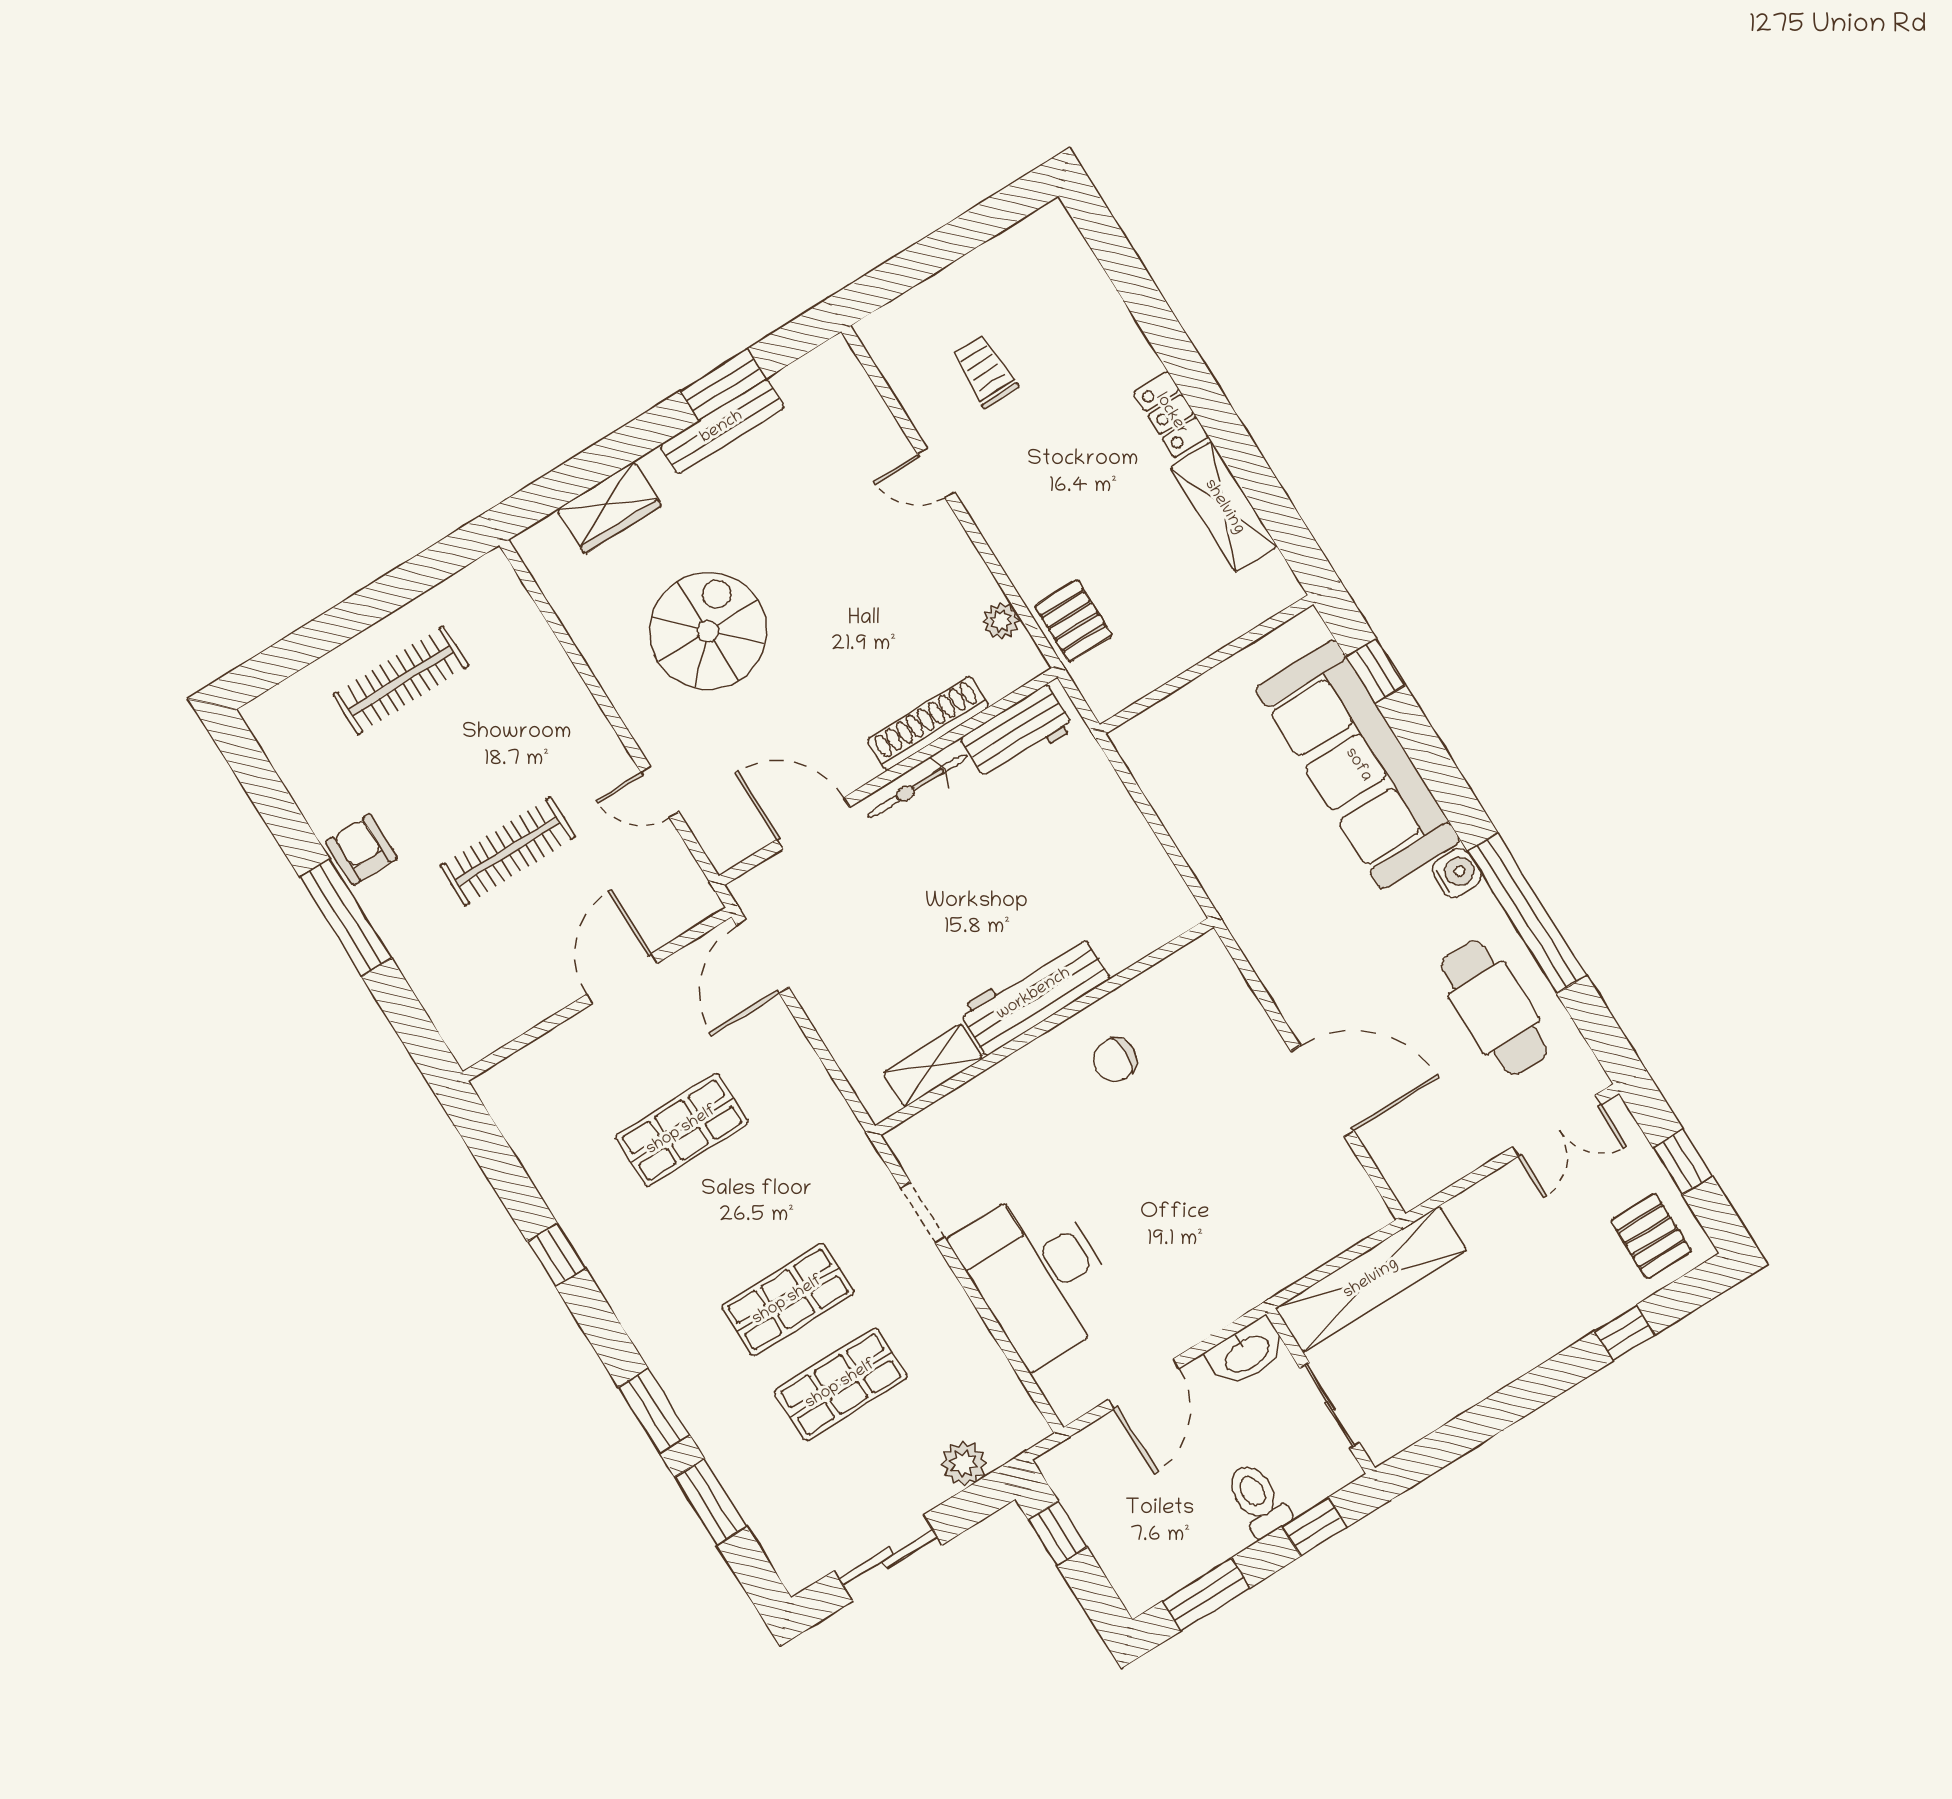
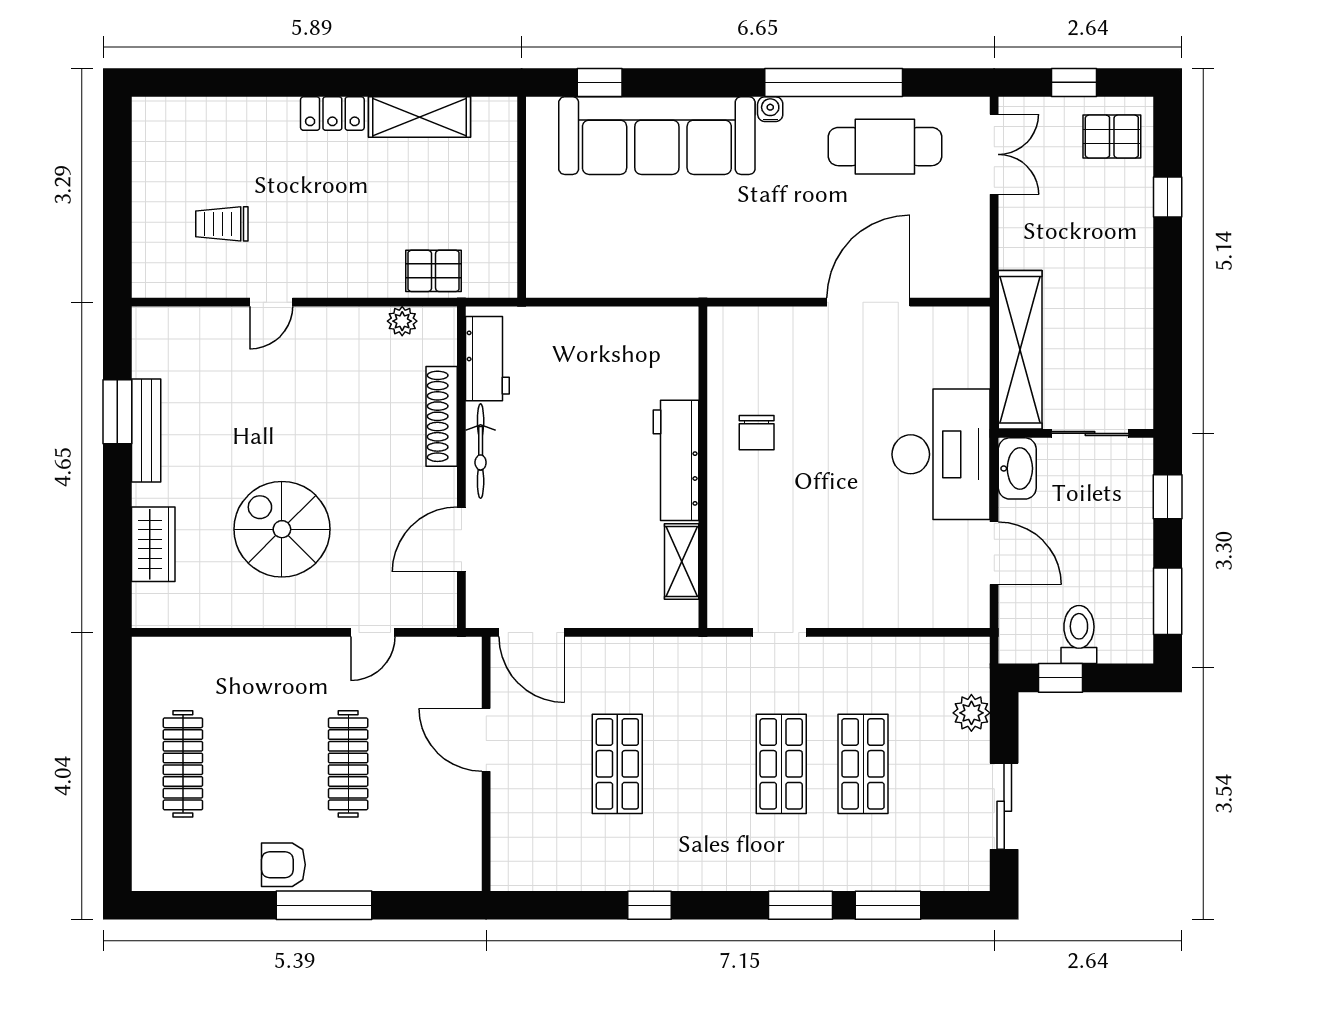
water cooler: (1457, 873) -> (770, 109), width x0.72, depth x0.72
desk: (1038, 1275) -> (941, 454), moved, turned -90
toilet: (1258, 1500) -> (1079, 634), moved, turned 90

